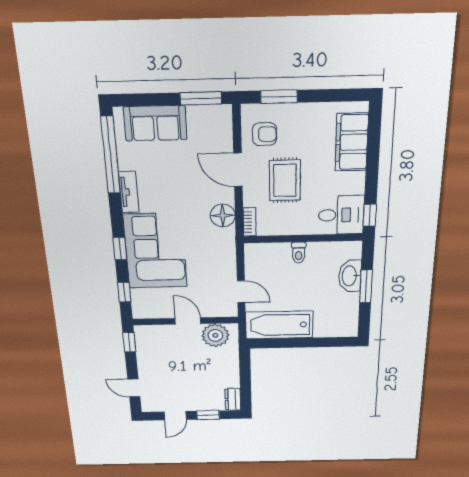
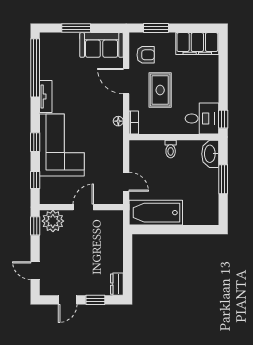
window: (201, 98) -> (76, 28), moved
sofa: (155, 123) -> (102, 45), moved
filing cabinet: (352, 142) -> (197, 44), moved, turned -90
floor lamp: (223, 215) -> (118, 121), width x0.53, depth x0.53
washbasin: (350, 276) -> (210, 154), moved
door: (188, 321) -> (83, 207), hinge flipped
plant: (215, 335) -> (53, 221), moved

